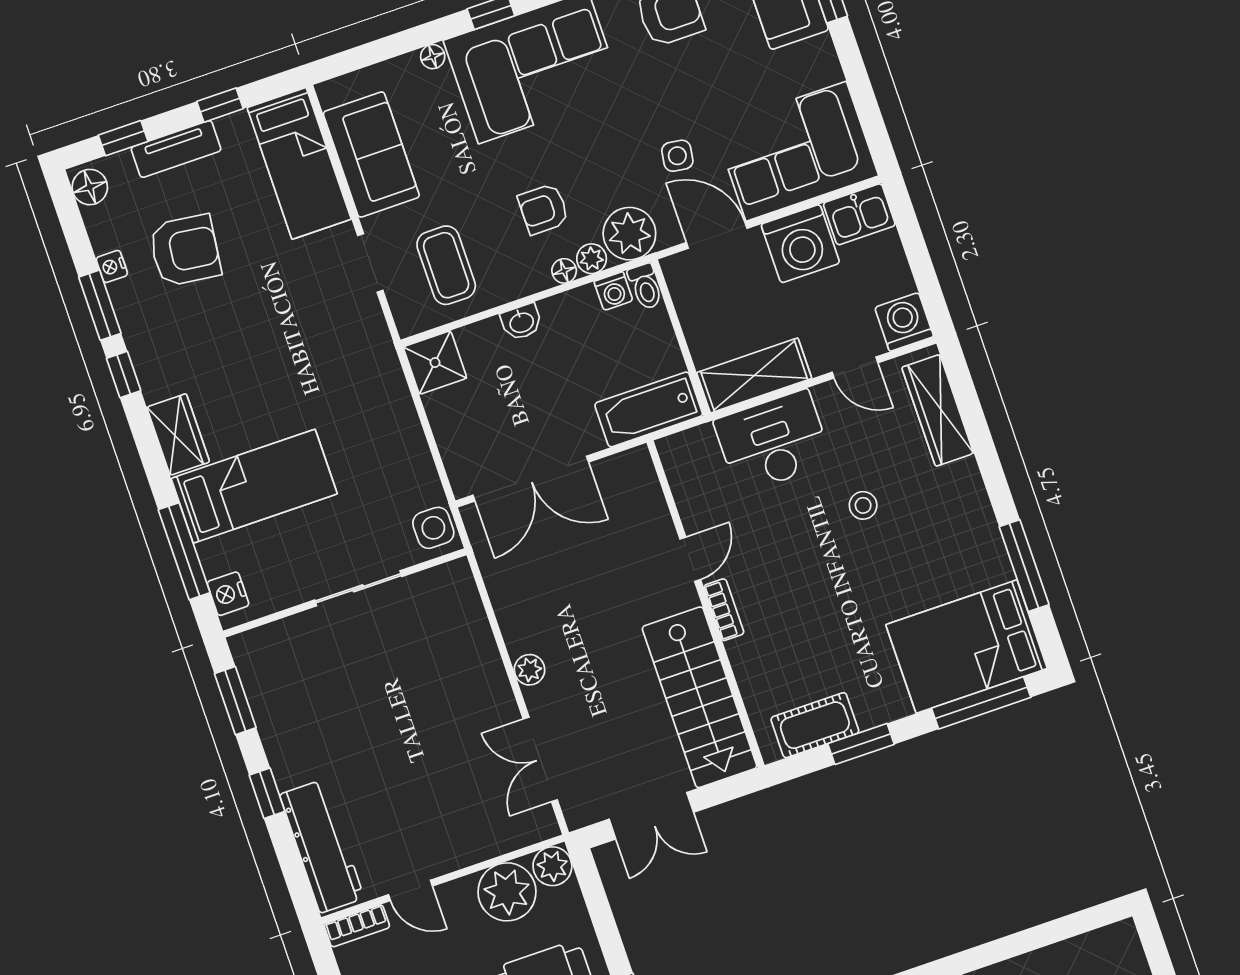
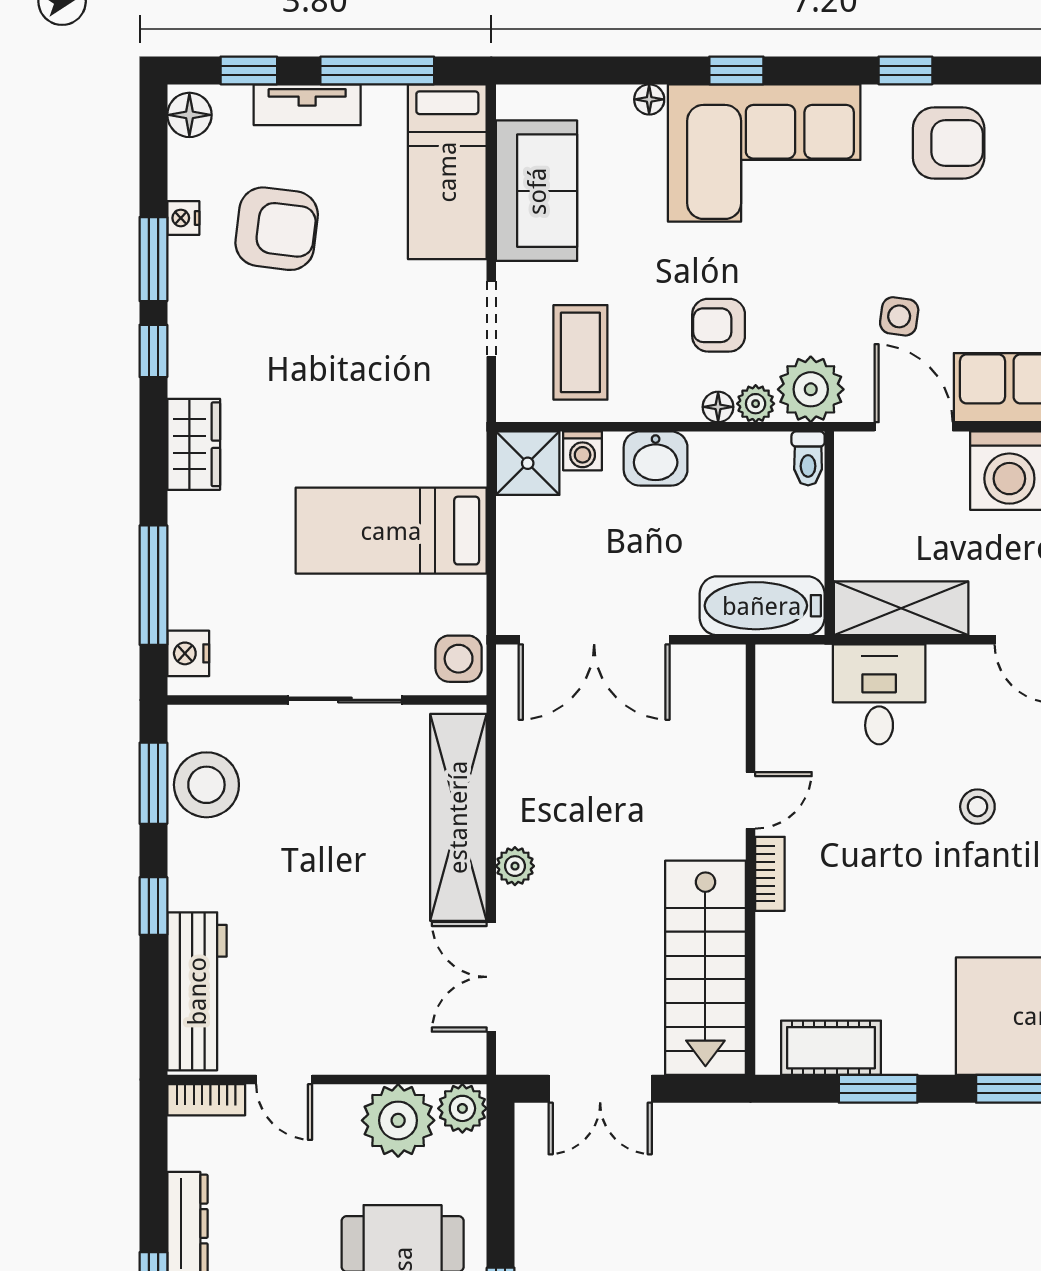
window: (220, 105) -> (377, 70), width x2.17
washing machine: (613, 291) -> (583, 451), moved
washbasin: (521, 322) -> (656, 459), width x1.38, depth x1.45
desk: (773, 442) -> (879, 694), width x0.73
bed: (254, 486) -> (391, 531), moved, turned 180
shelving: (474, 648) -> (458, 817), added
stool: (276, 688) -> (206, 785), added

